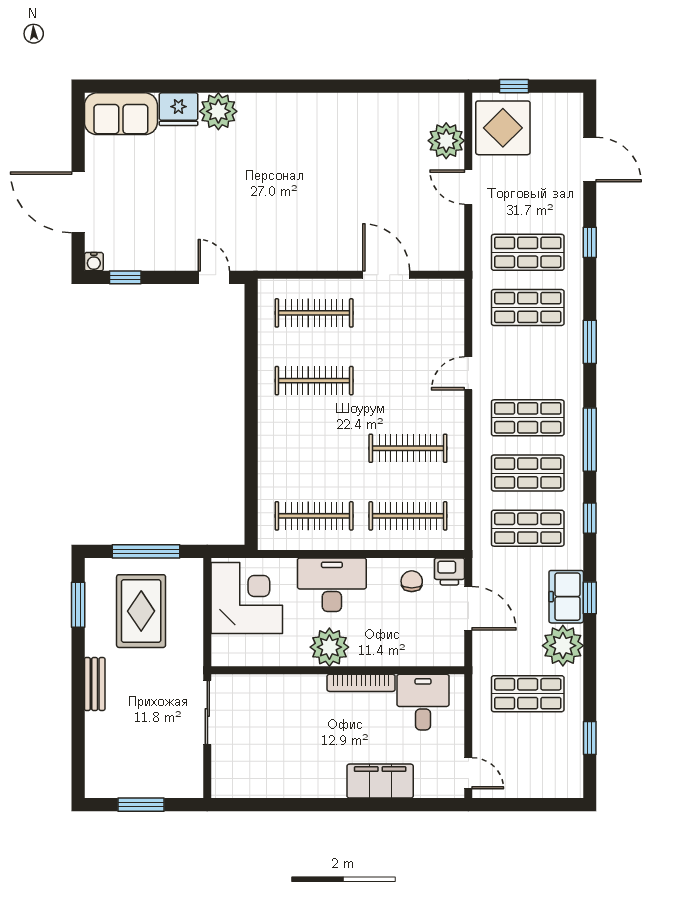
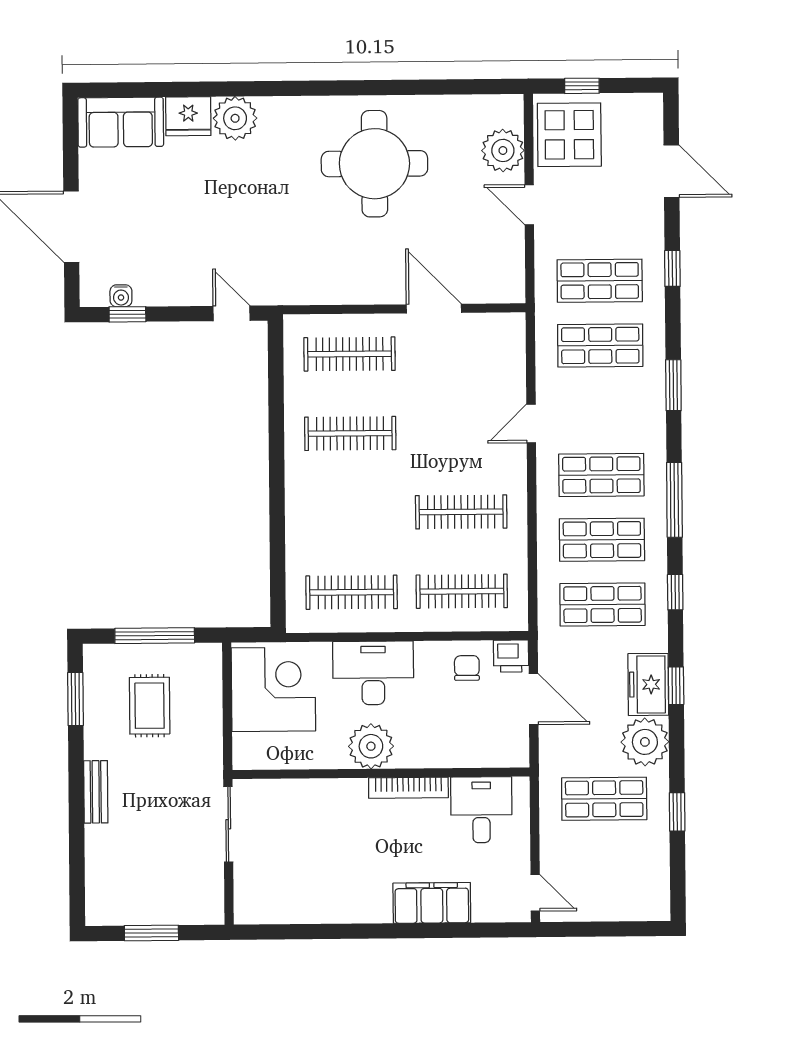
round table: (337, 151) -> (374, 164), added
water cooler: (94, 262) -> (121, 296), moved
rug: (141, 611) -> (150, 706), width x0.73, depth x0.70
window: (590, 738) -> (677, 812), moved

